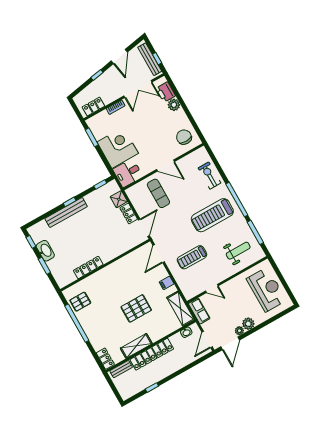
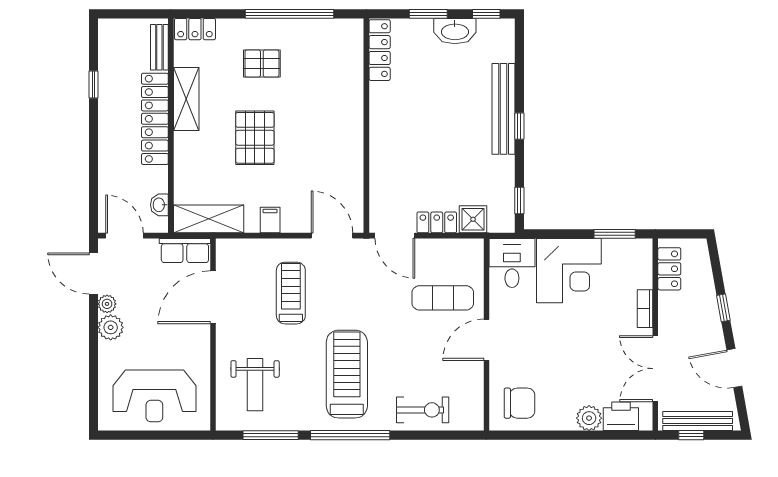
locker: (88, 268) -> (380, 50), moved
door: (212, 288) -> (213, 297), width x1.88
pallet: (80, 302) -> (262, 63), moved, turned 90

